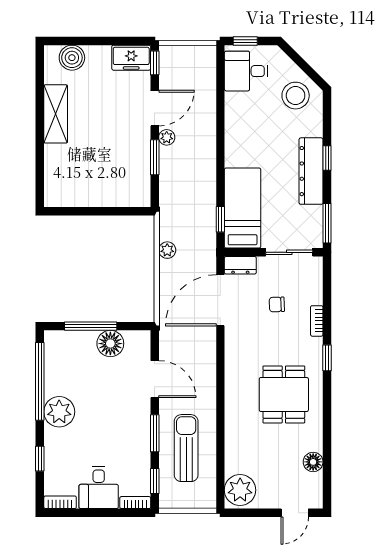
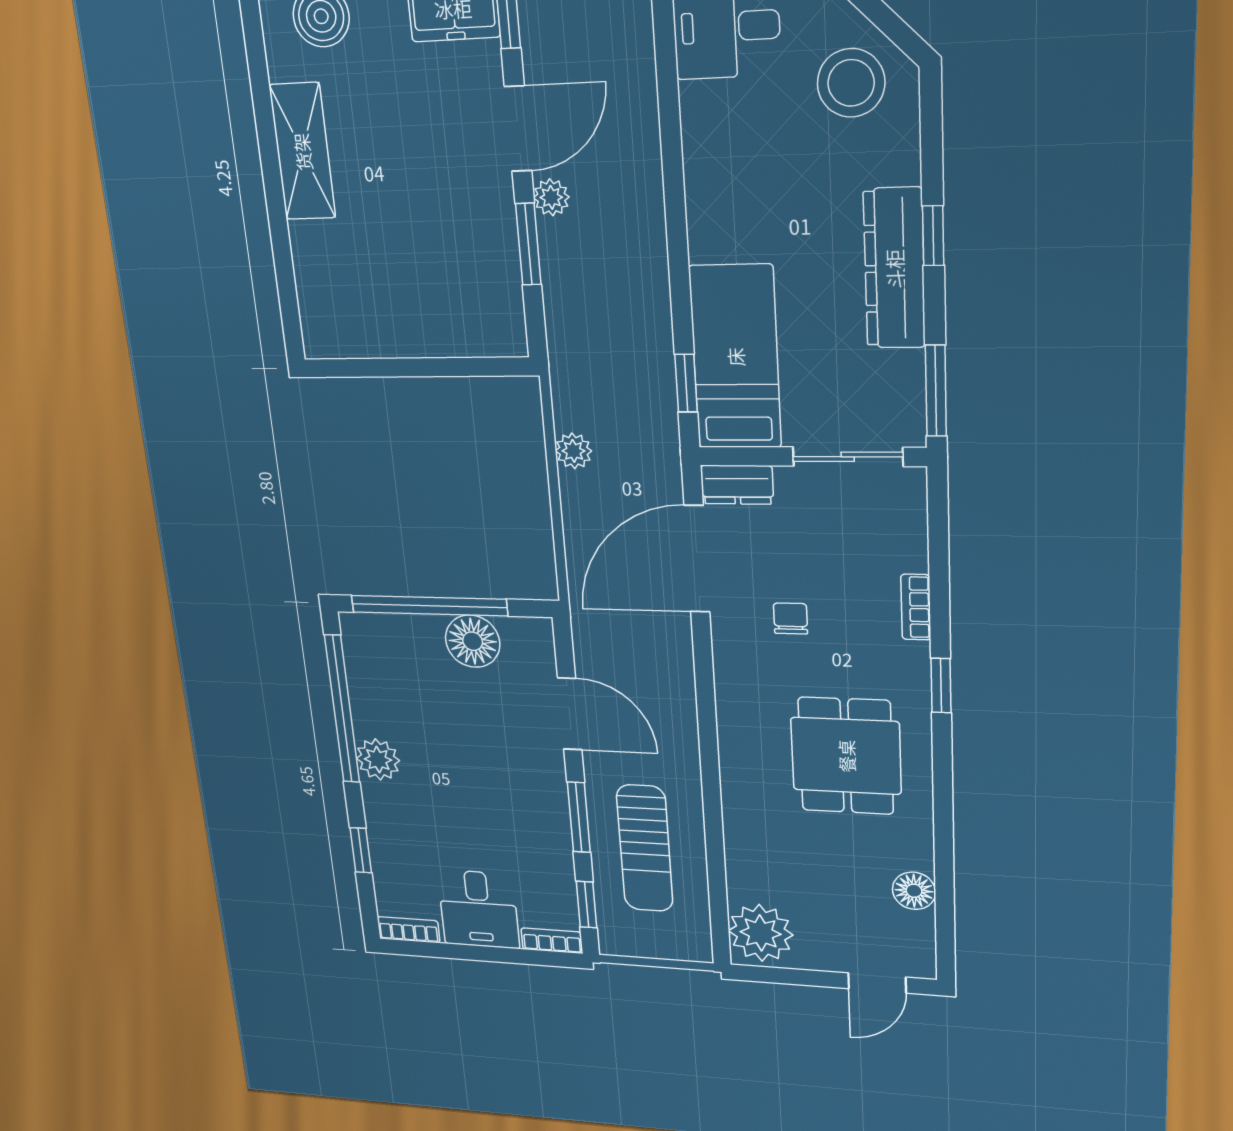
chair: (277, 304) -> (790, 619), moved, turned 92
window: (91, 326) -> (429, 606), width x1.46
plant: (59, 412) -> (378, 760), width x0.73, depth x0.73
sun lounger: (186, 448) -> (645, 848), turned 180

